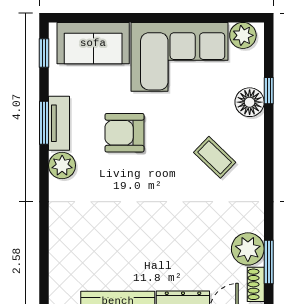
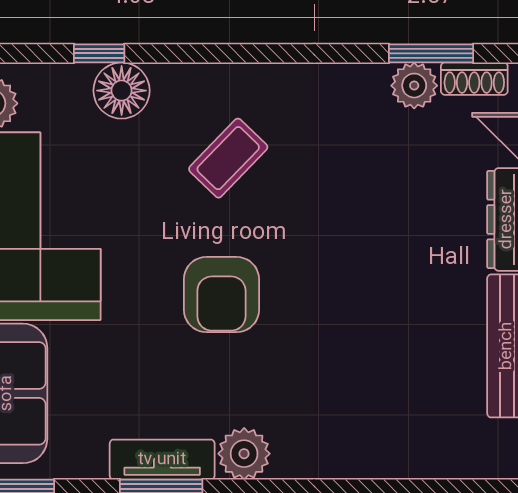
armchair: (124, 133) -> (221, 295), moved
plant: (248, 249) -> (414, 86), width x0.73, depth x0.73

